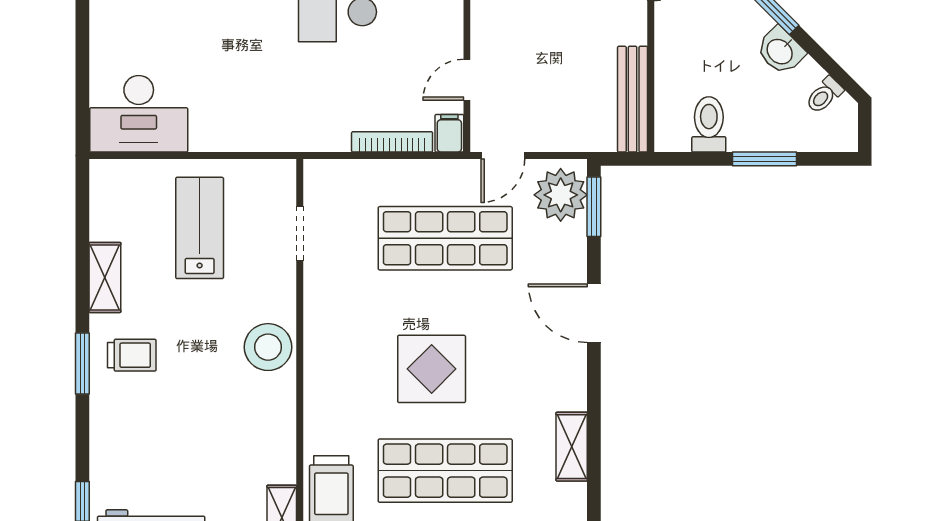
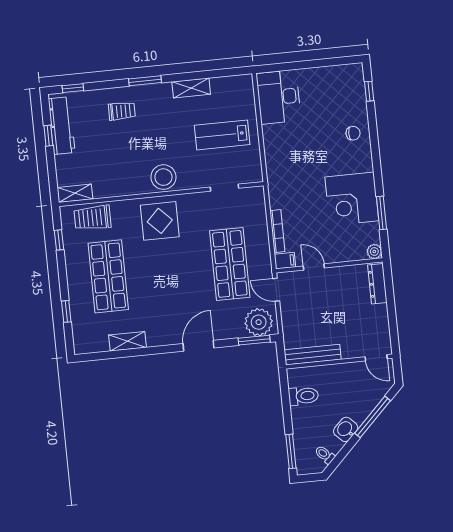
window: (764, 159) -> (291, 451), moved
lab bench: (200, 228) -> (222, 135), turned 180
trolley: (132, 355) -> (122, 111), moved, turned -90
display table: (432, 369) -> (160, 221), moved

